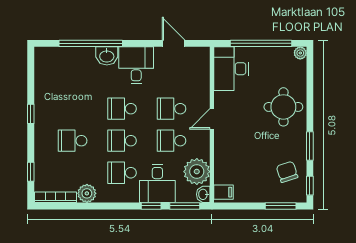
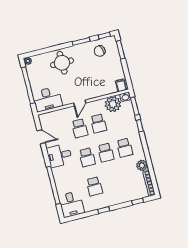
door: (173, 43) -> (41, 137), swing flipped
washbasin: (107, 56) -> (58, 174), removed
door: (212, 119) -> (80, 103), hinge flipped
school desk: (73, 141) -> (94, 186), moved
desk: (157, 183) -> (71, 204), moved, turned 90

